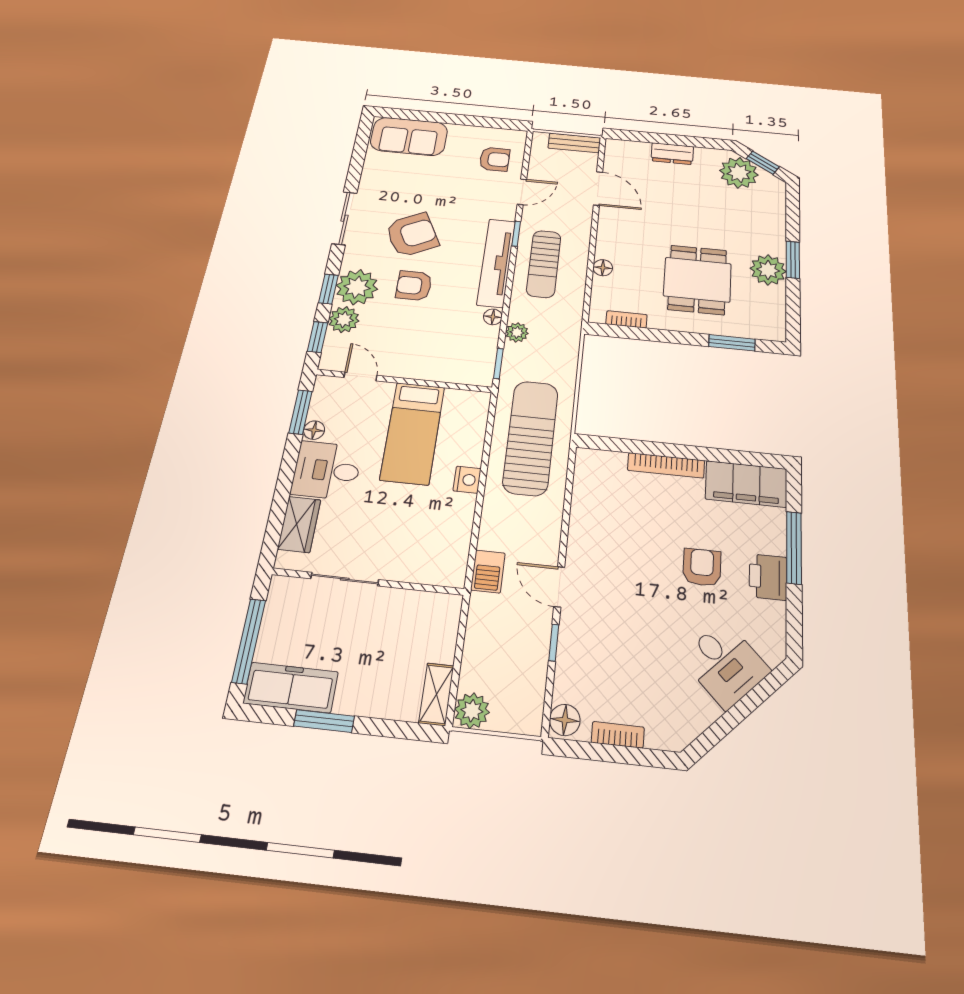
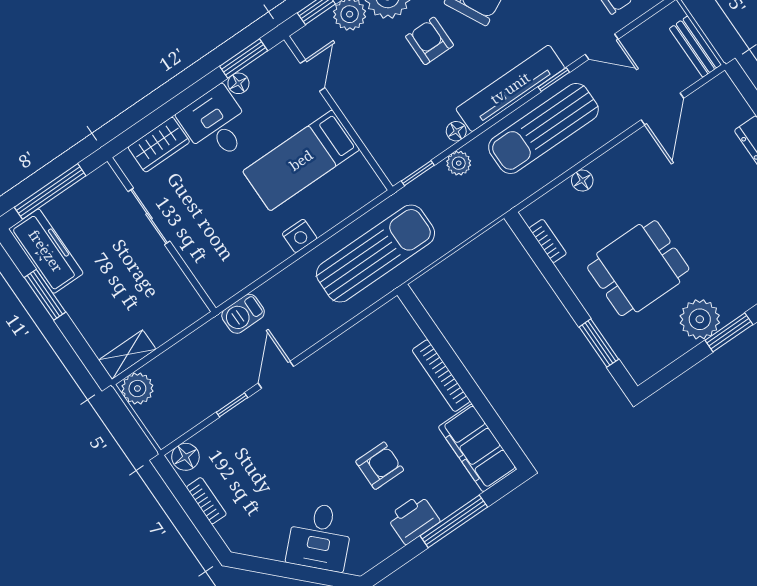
sun lounger: (544, 264) -> (543, 128), width x1.36, depth x1.34

